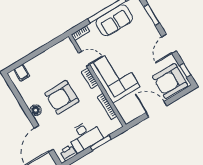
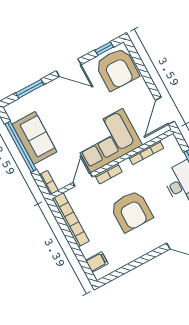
bookcase: (53, 51) -> (71, 220), added
door: (156, 109) -> (165, 111), moved
floor lamp: (36, 110) -> (147, 246), removed

